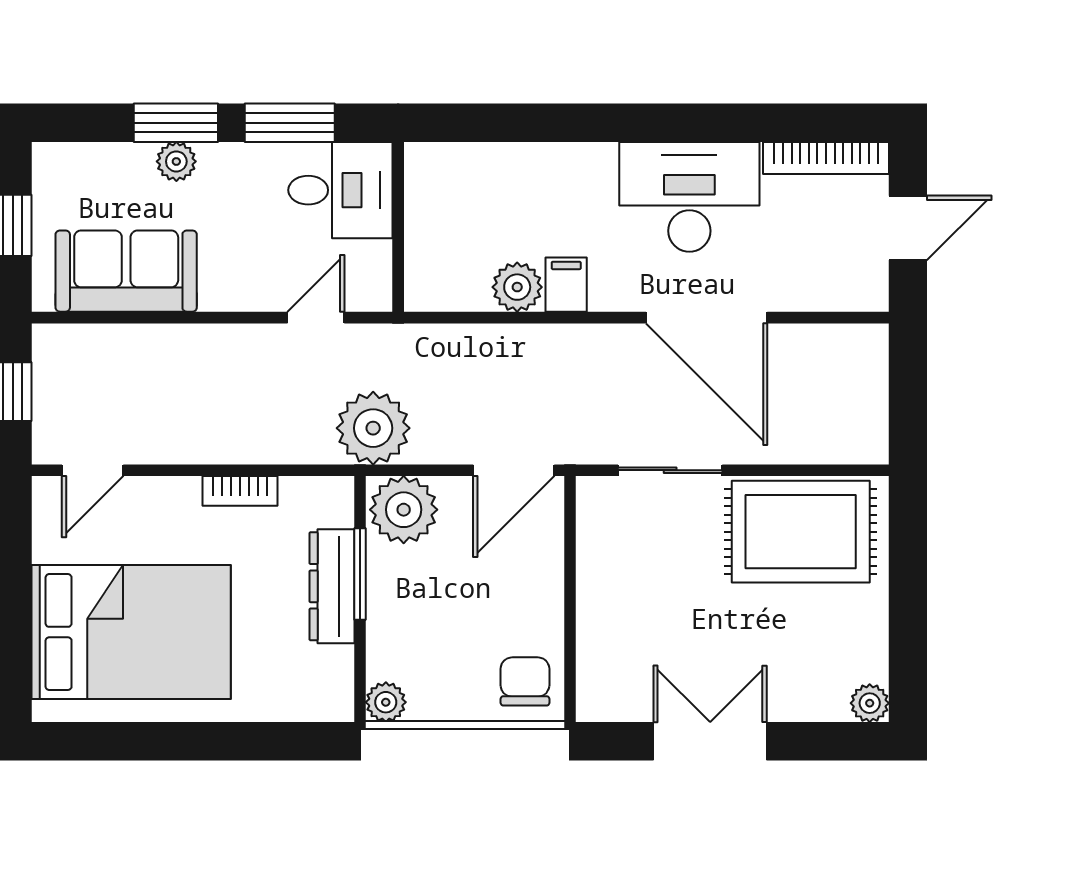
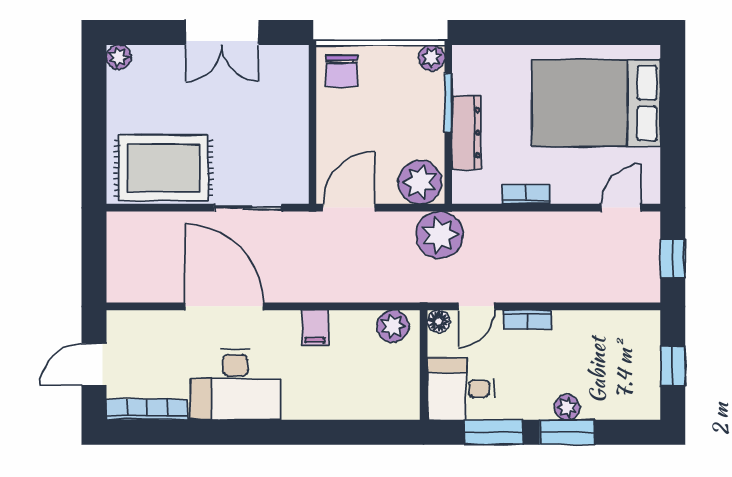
sofa: (126, 271) -> (599, 336), removed
plant: (517, 287) -> (393, 326), moved
floor lamp: (375, 294) -> (439, 321), added
bookcase: (237, 297) -> (528, 320), added
window: (360, 574) -> (448, 103), moved

